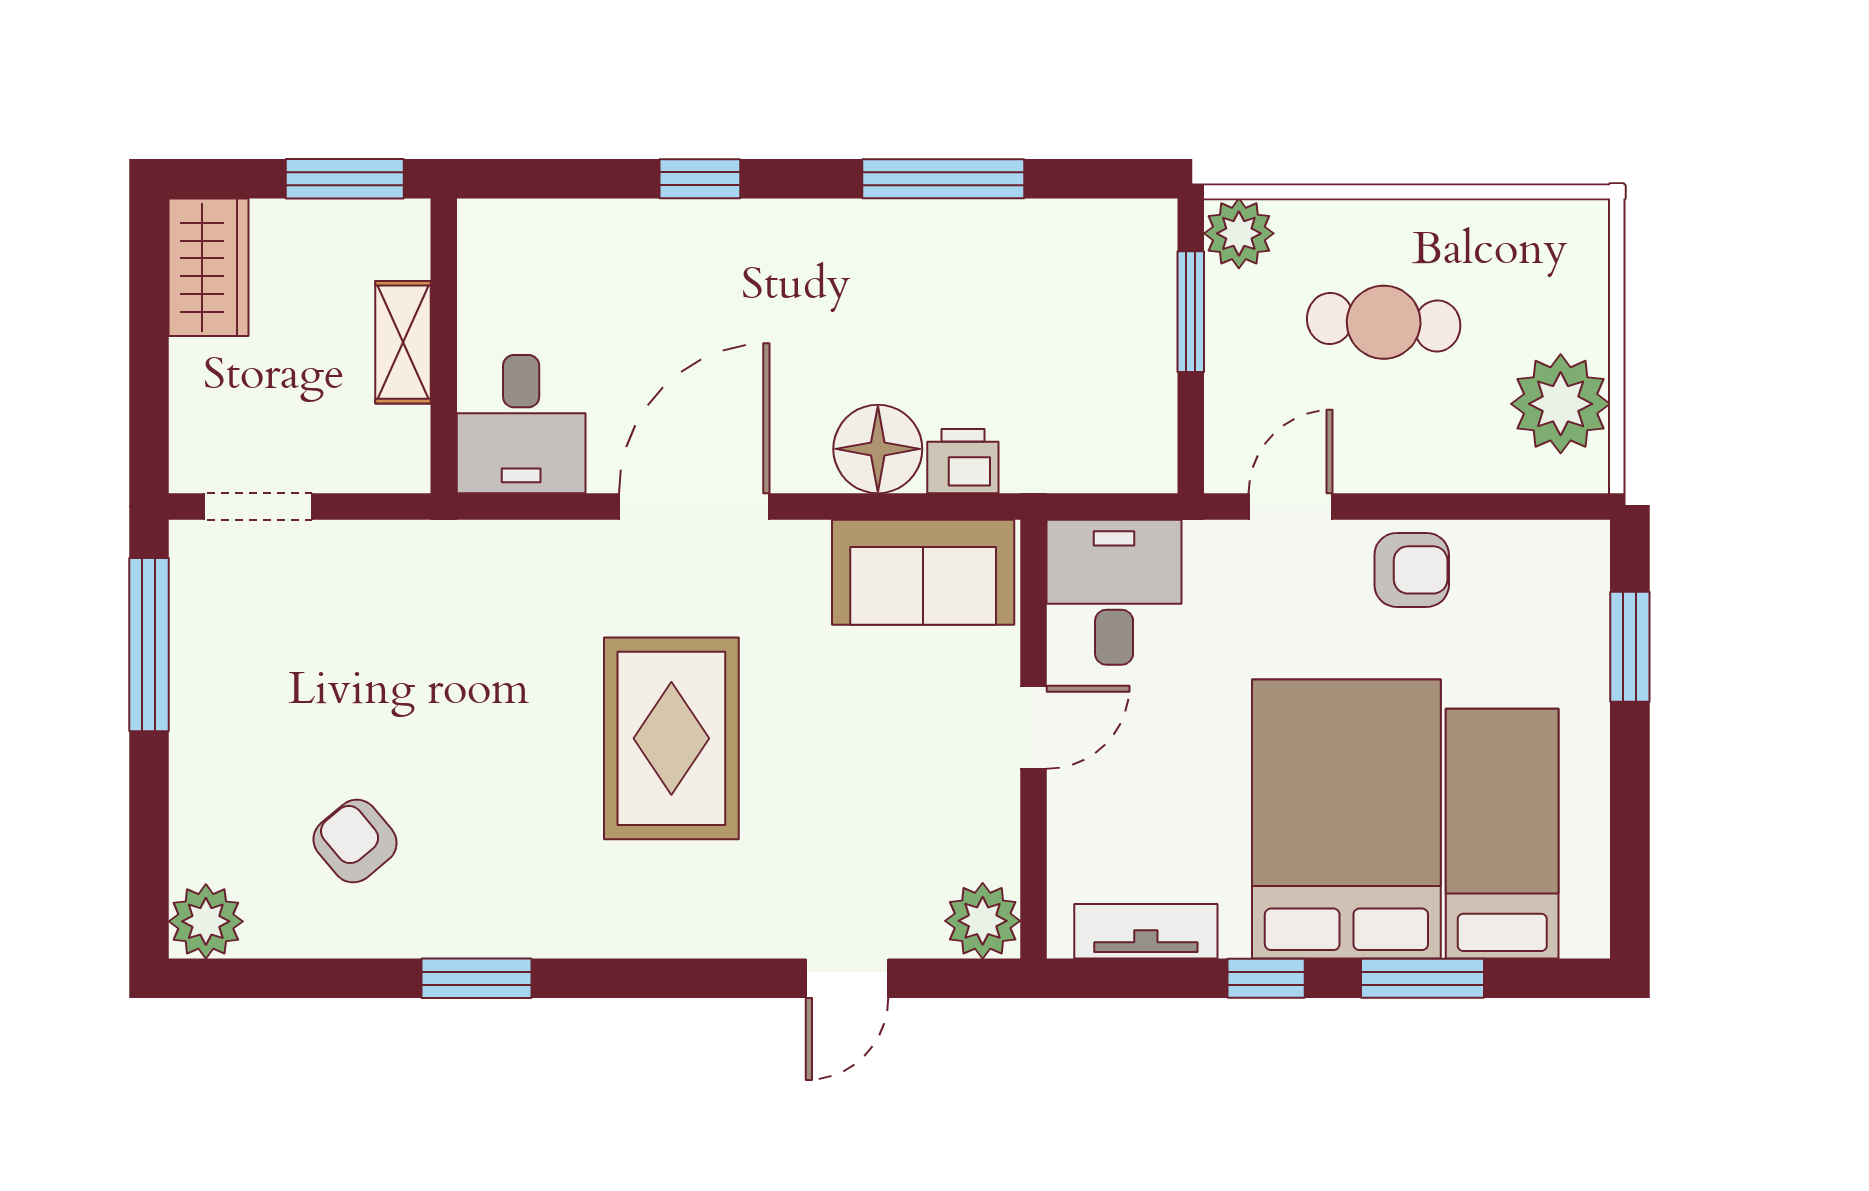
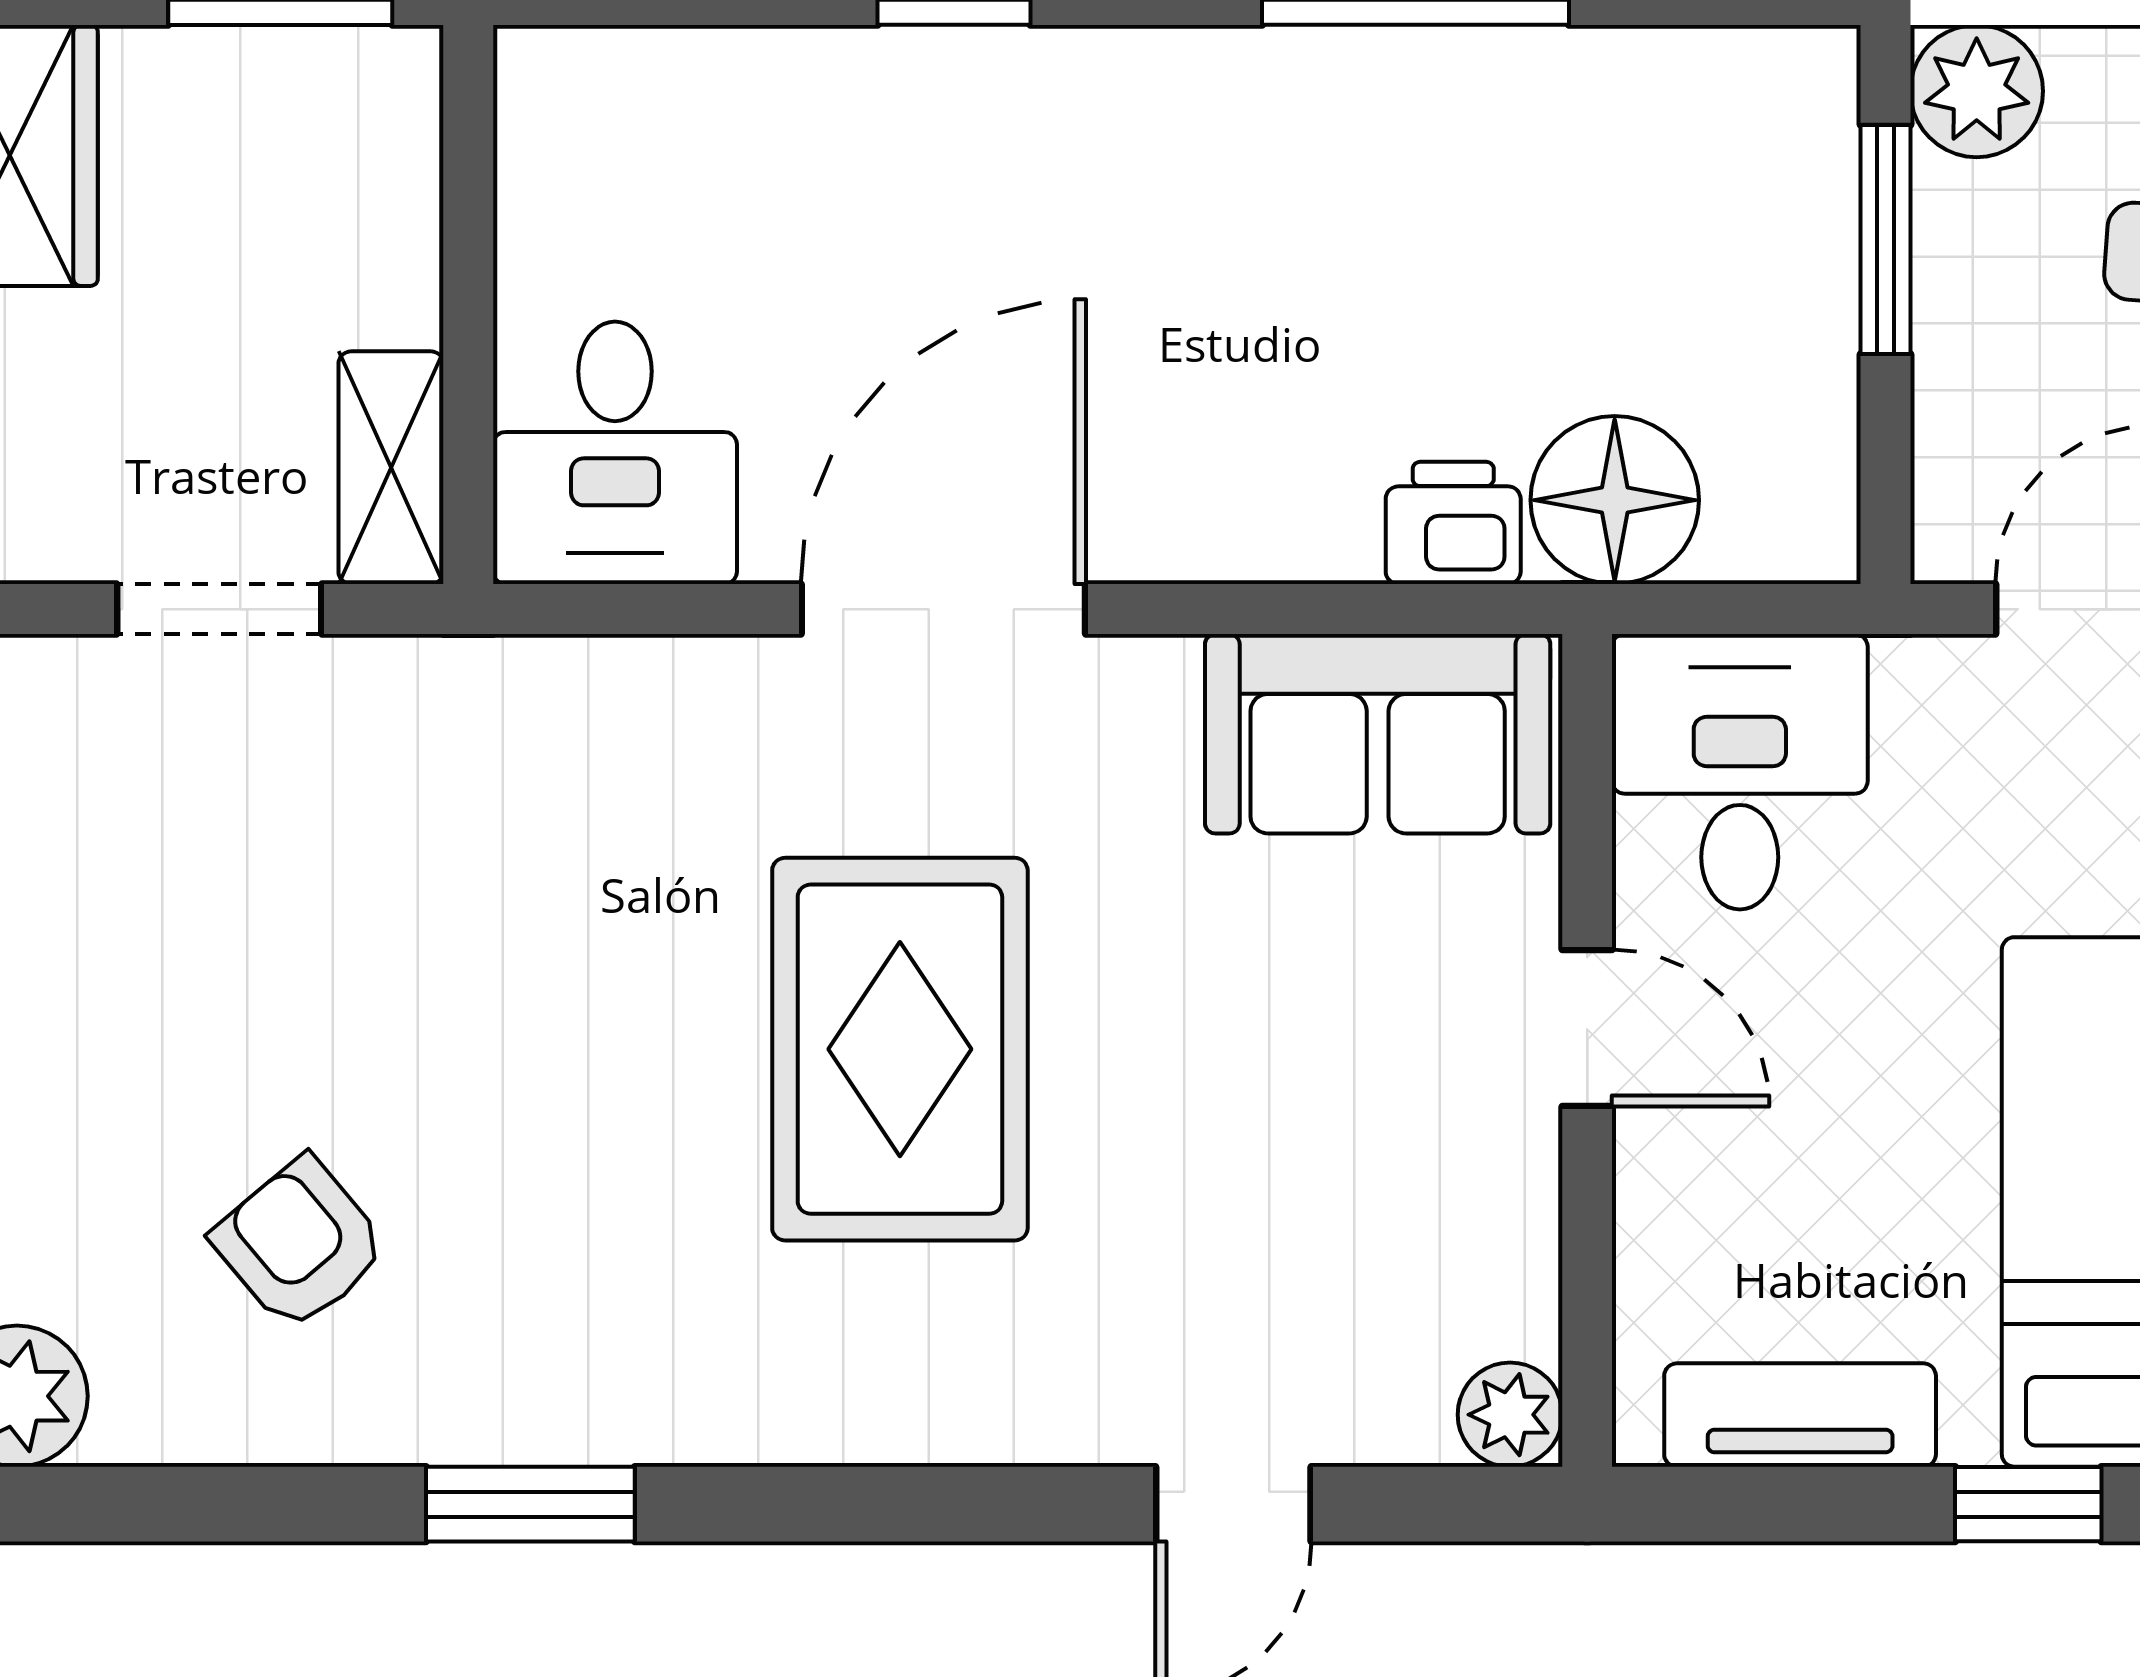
shelving: (403, 342) -> (391, 468), moved
floor lamp: (878, 449) -> (1615, 500), moved
doorway: (258, 506) -> (219, 609), moved
door: (1034, 727) -> (1587, 1028), hinge flipped
plant: (983, 921) -> (1510, 1415), width x0.73, depth x0.73

